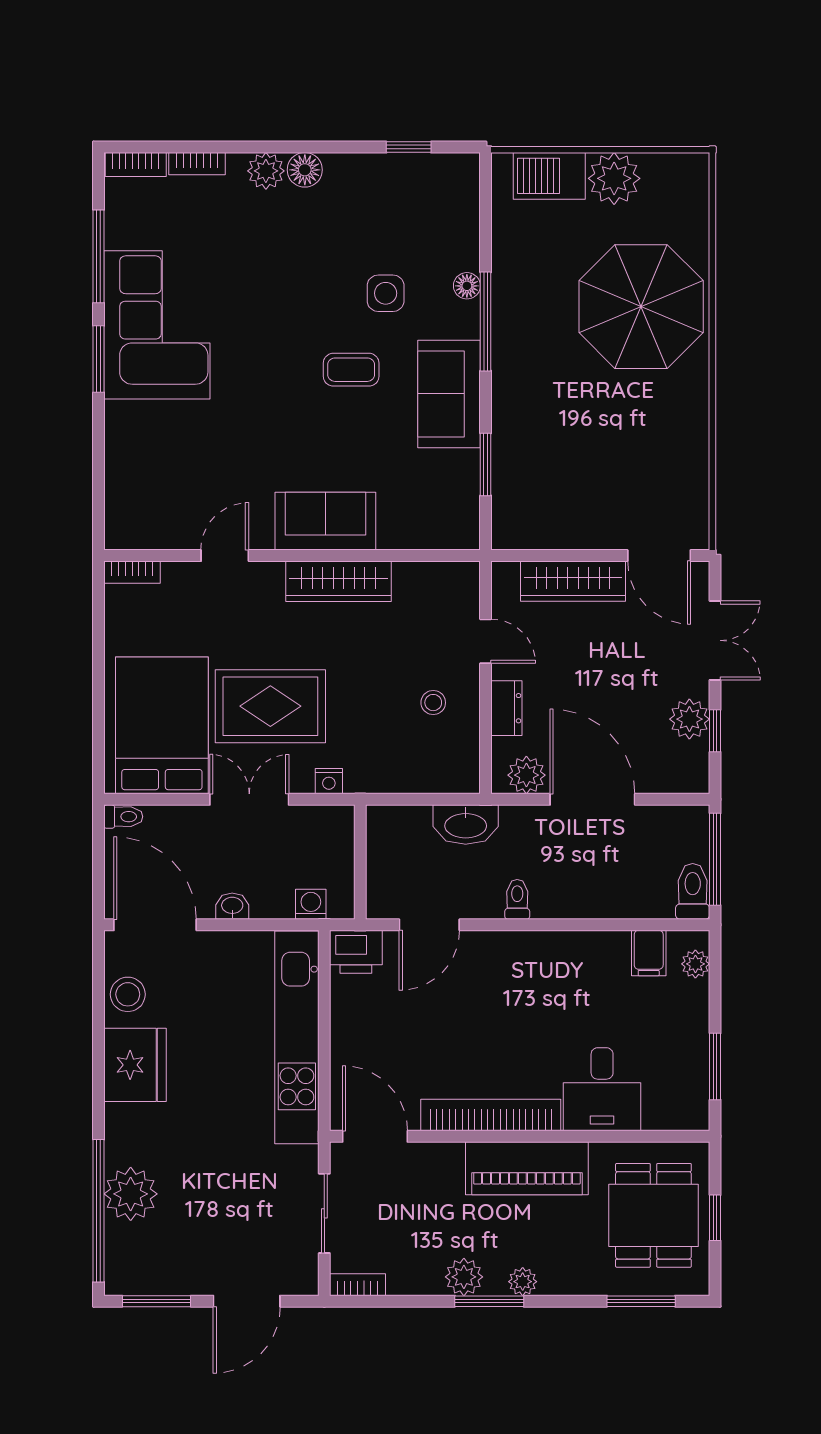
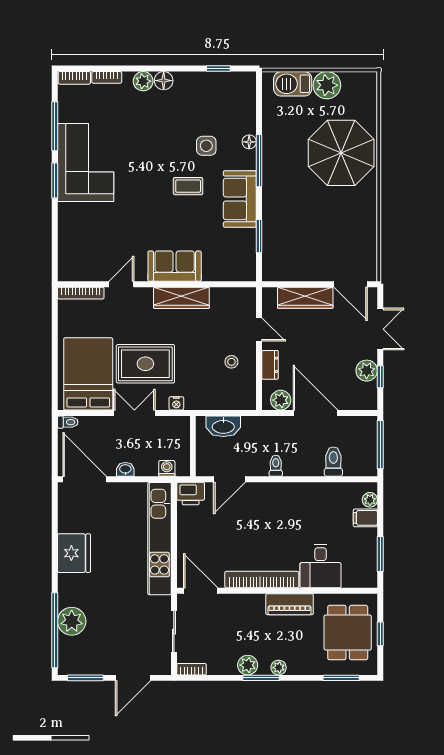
bookcase: (132, 572) -> (81, 293), width x1.56
washbasin: (466, 825) -> (223, 426), moved
toilet: (693, 891) -> (333, 462), moved
filing cabinet: (649, 953) -> (365, 518), moved, turned 90
stool: (128, 994) -> (70, 516), removed
piano: (527, 1168) -> (290, 604), width x0.73, depth x0.75

